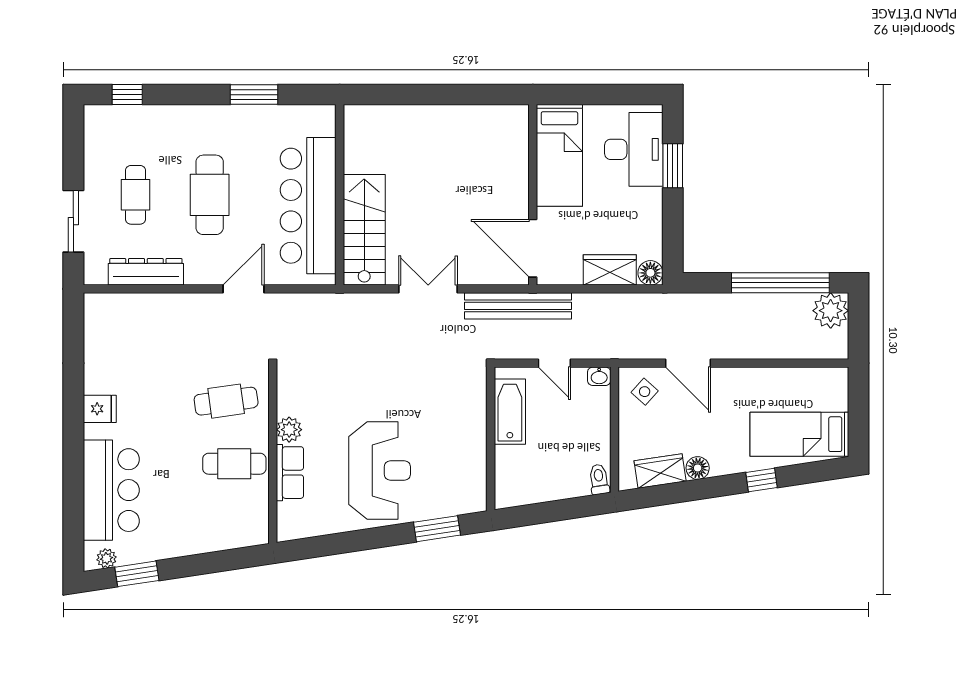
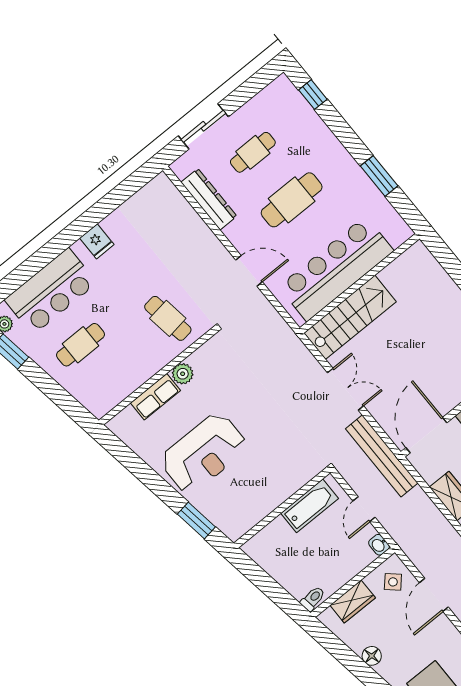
cafe table: (234, 464) -> (81, 345), moved, turned 90
wardrobe: (660, 471) -> (353, 602), moved, turned 99

